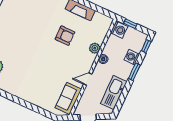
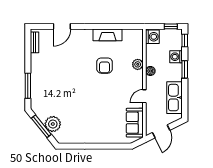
window: (130, 24) -> (171, 26), moved
armchair: (65, 36) -> (105, 66), turned 90

